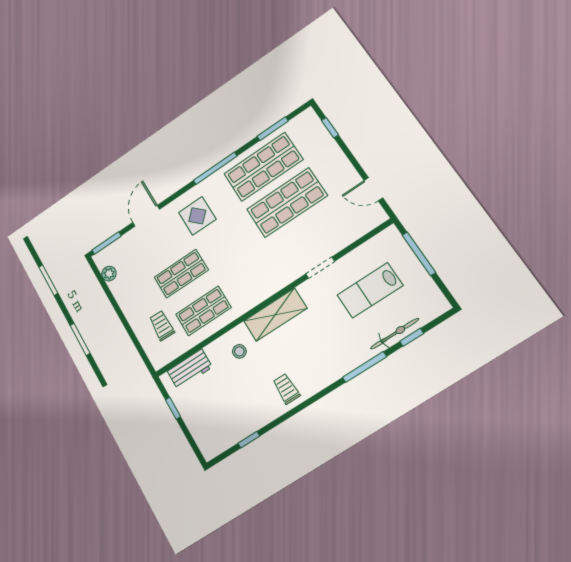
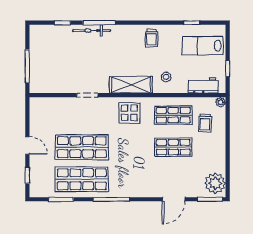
door: (373, 189) -> (27, 145), moved
display table: (197, 216) -> (129, 113), moved
plant: (109, 274) -> (215, 183), width x1.87, depth x1.87
lab bench: (370, 290) -> (202, 46), moved, turned 180
bicycle: (395, 334) -> (92, 31), moved
plant: (158, 362) -> (221, 102), added

